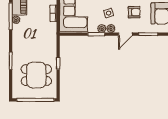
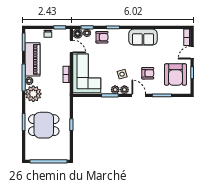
plant: (20, 33) -> (33, 94), added
door: (125, 34) -> (139, 95), swing flipped
dining table: (36, 75) -> (44, 125), moved

